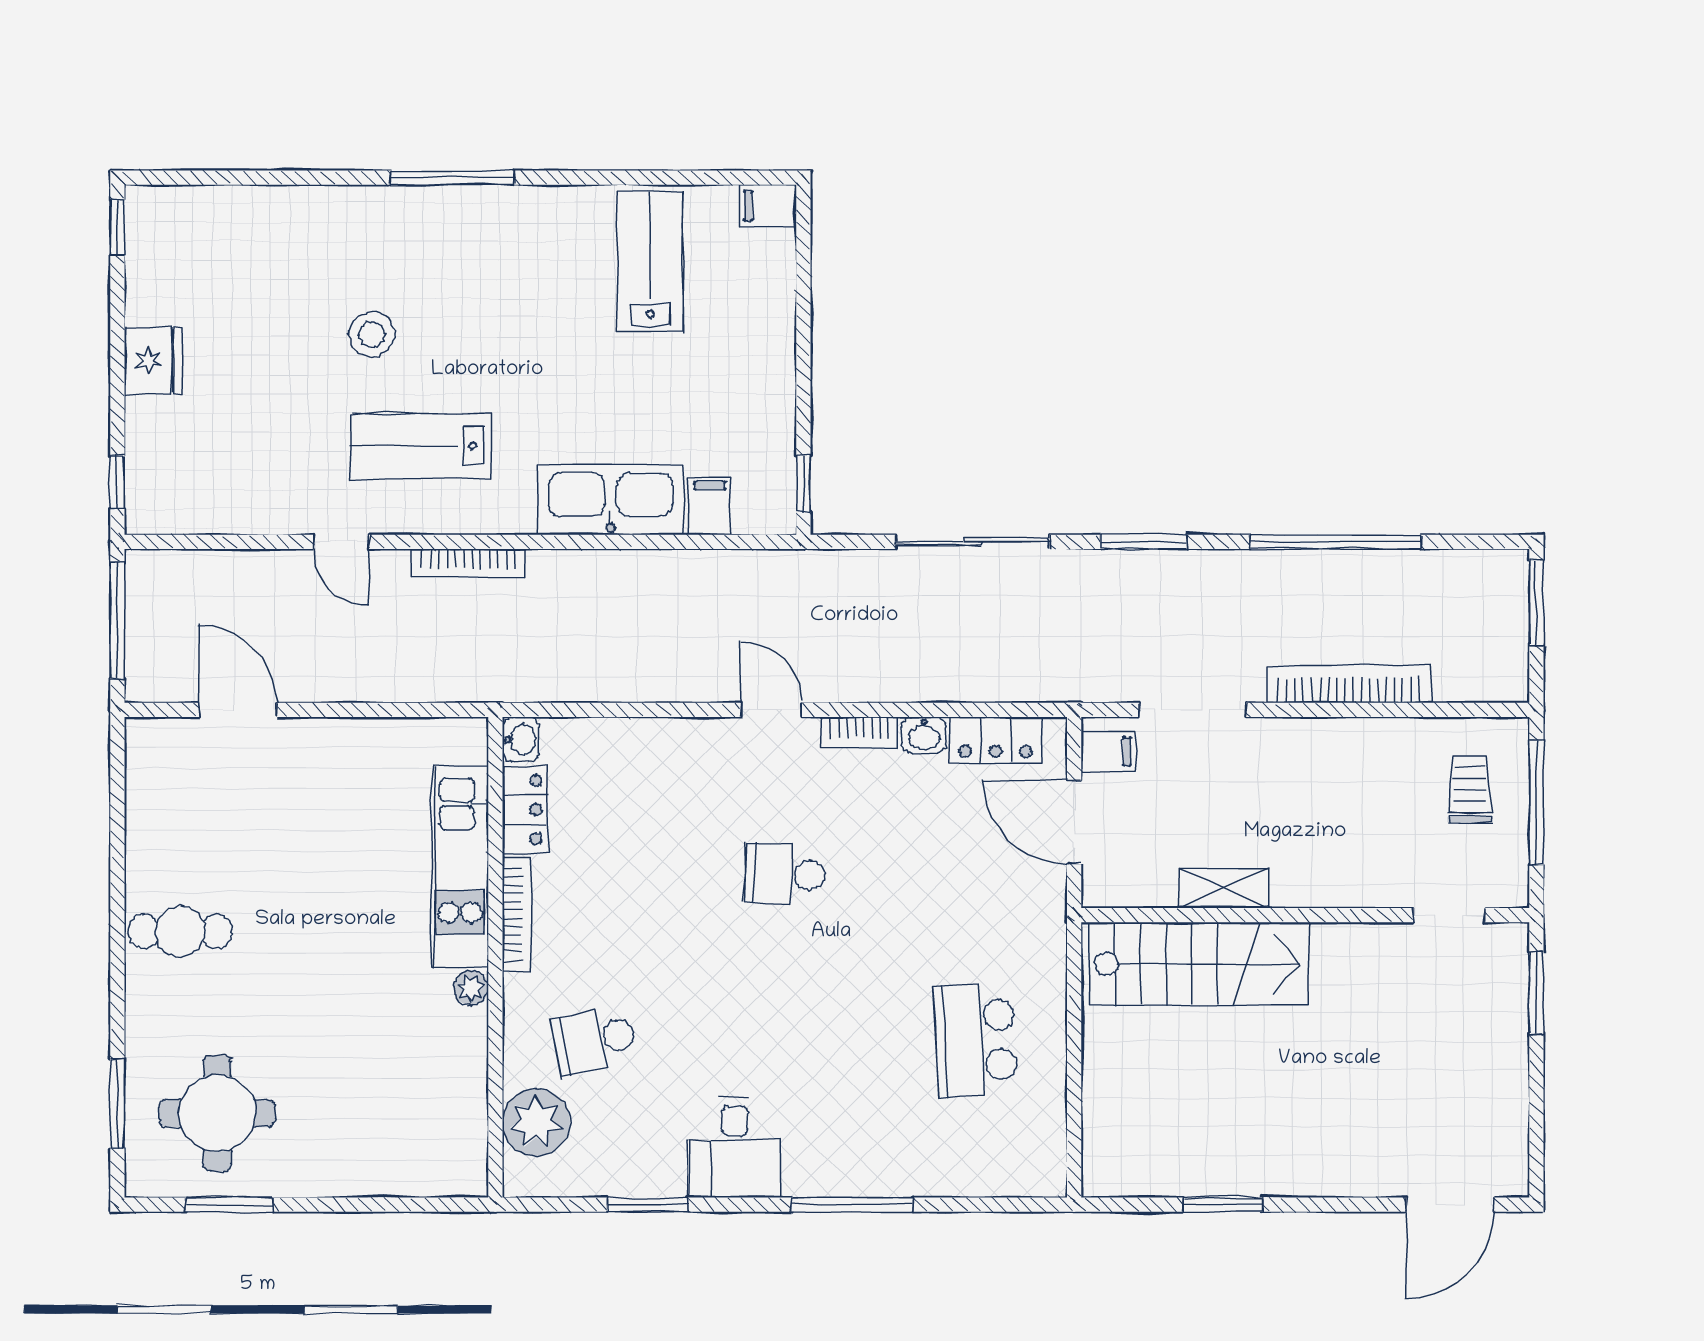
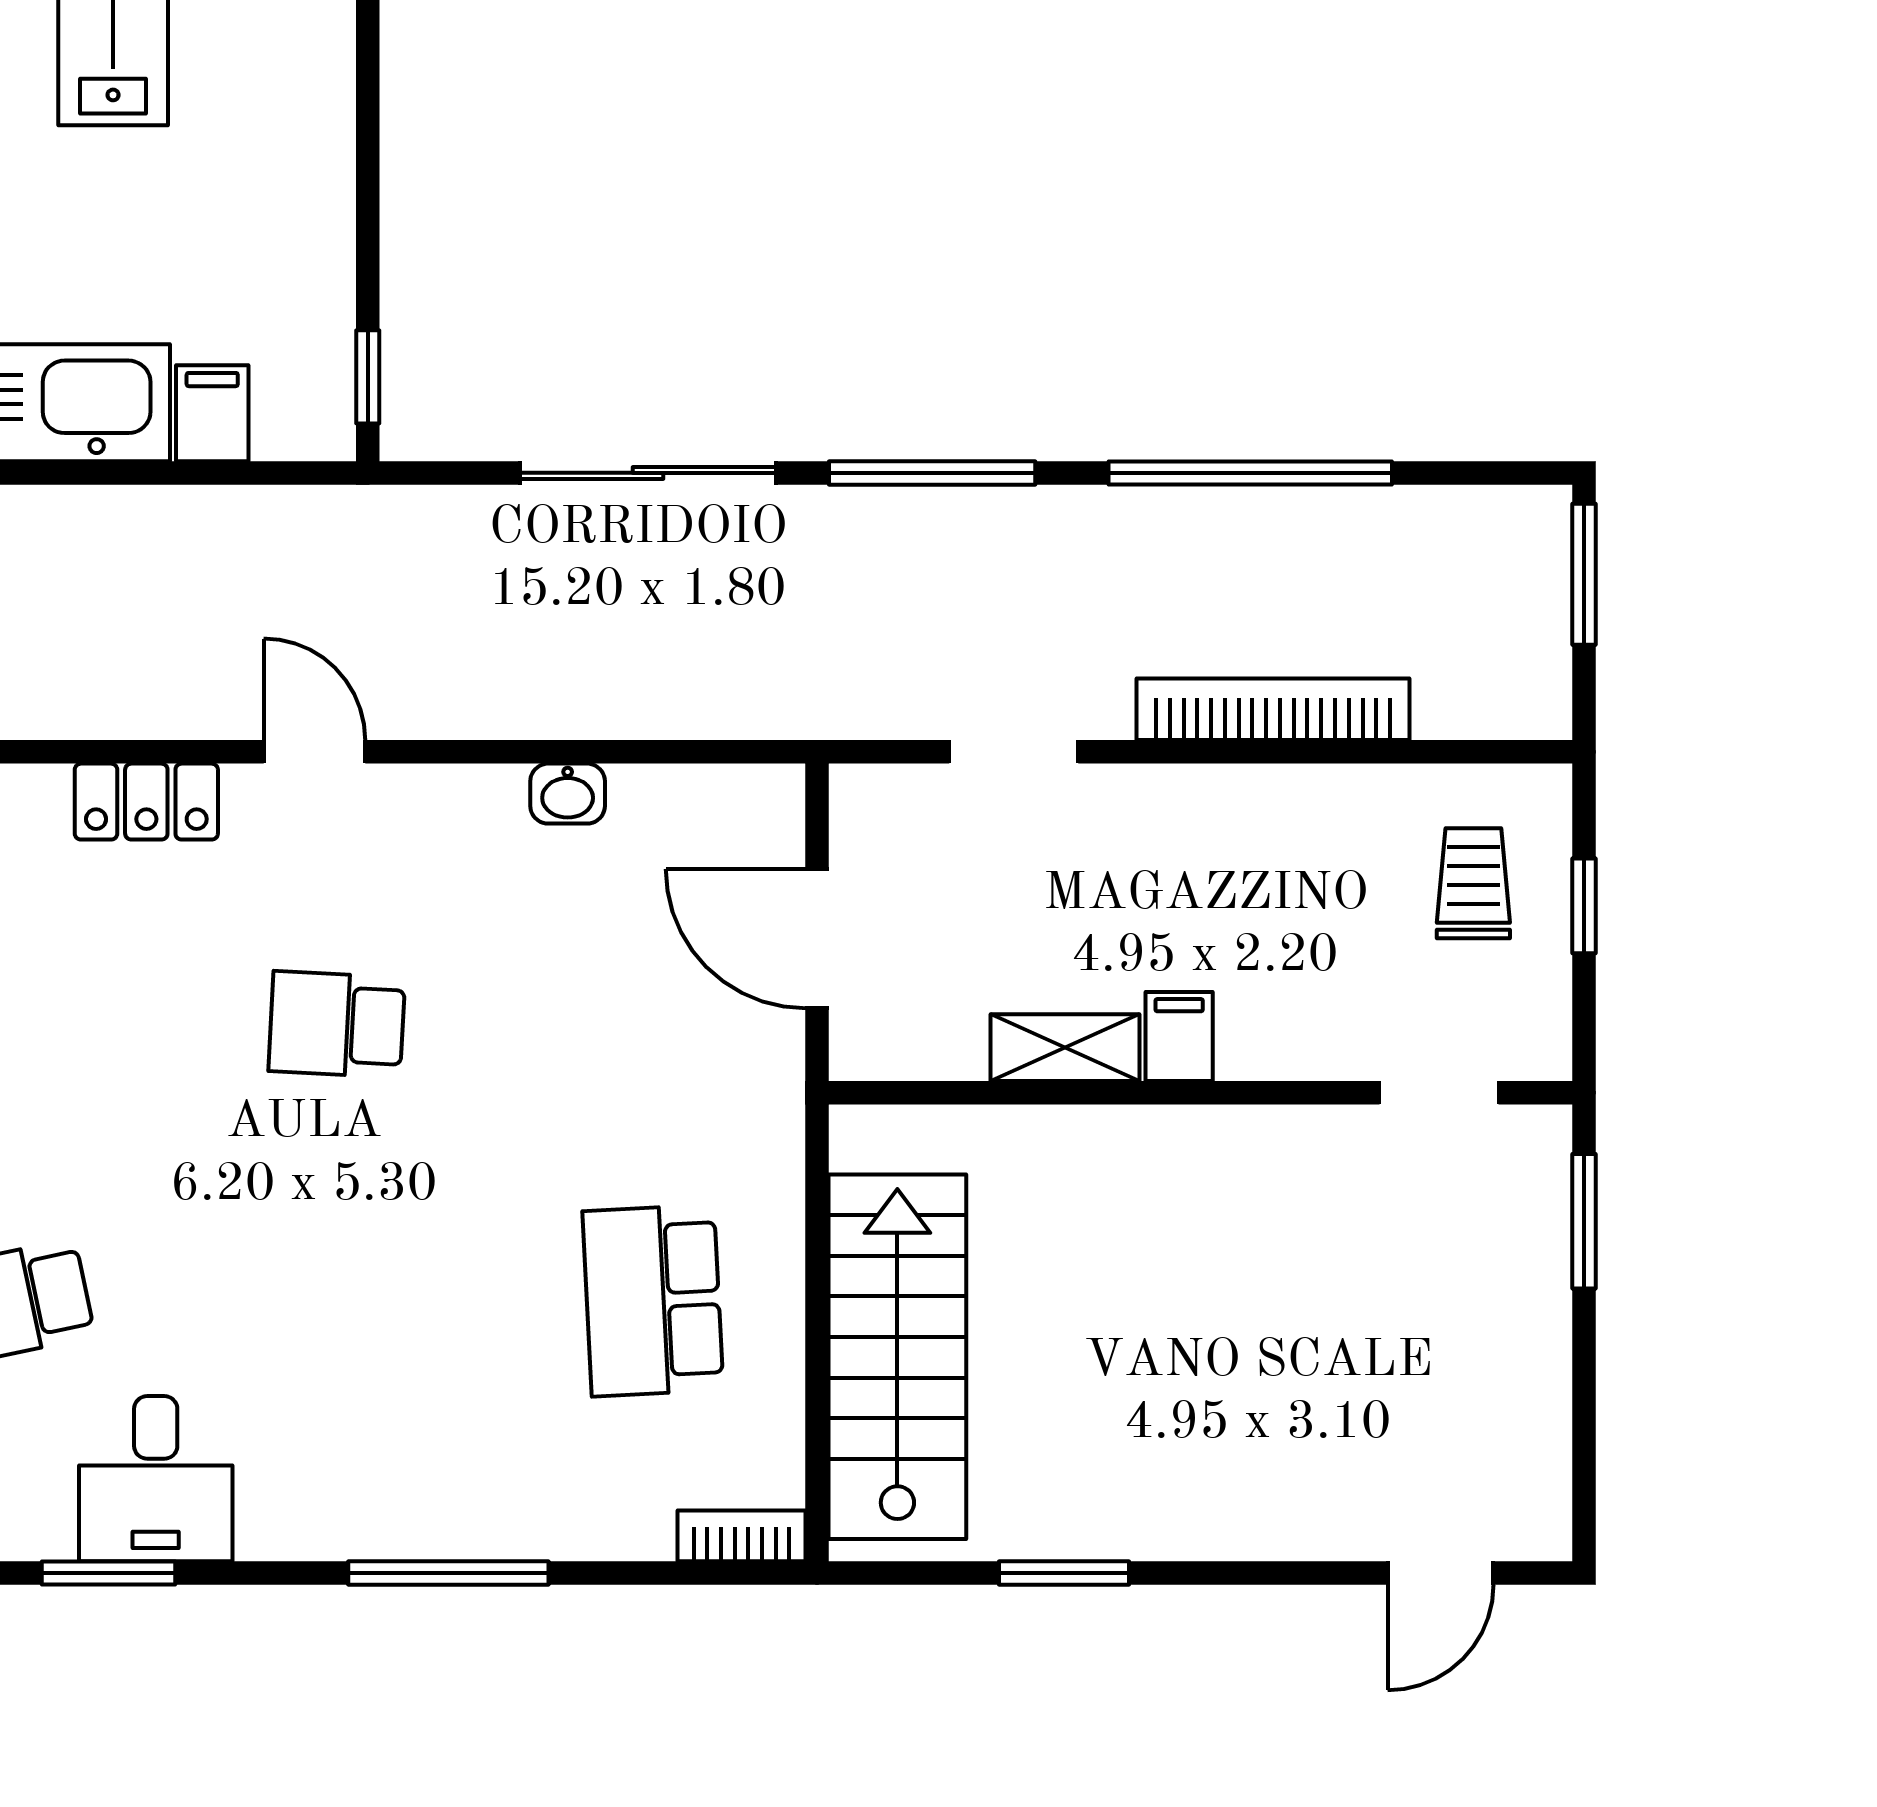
window: (1144, 542) -> (932, 473), width x1.44
doorway: (1193, 710) -> (1014, 752), width x0.73
bookcase: (859, 732) -> (742, 1536), moved, turned 180
locker: (996, 740) -> (146, 802), moved
filing cabinet: (1108, 751) -> (1179, 1036), moved, turned -90
window: (1536, 803) -> (1584, 906), width x0.46
stairs: (1199, 964) -> (897, 1357), moved, turned -90
desk: (735, 1148) -> (156, 1479), moved
door: (1450, 1205) -> (1440, 1573), width x0.73

